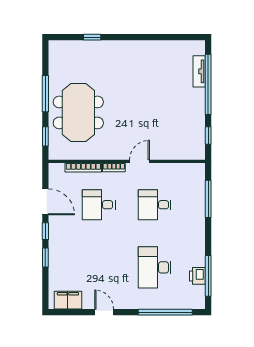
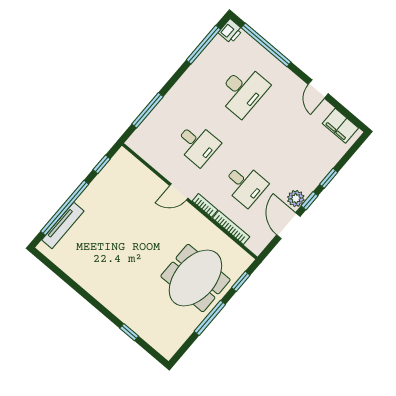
tv unit: (199, 71) -> (63, 225), width x1.41
plant: (56, 225) -> (296, 198), added
printer: (197, 276) -> (231, 31), moved

